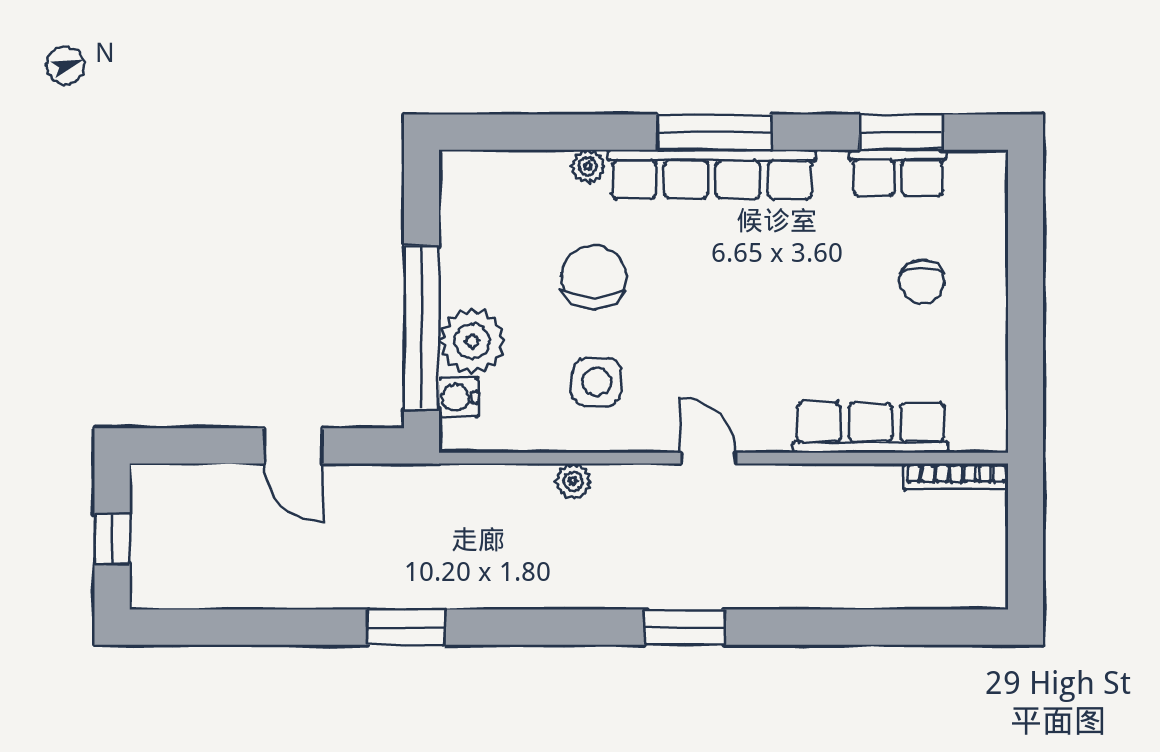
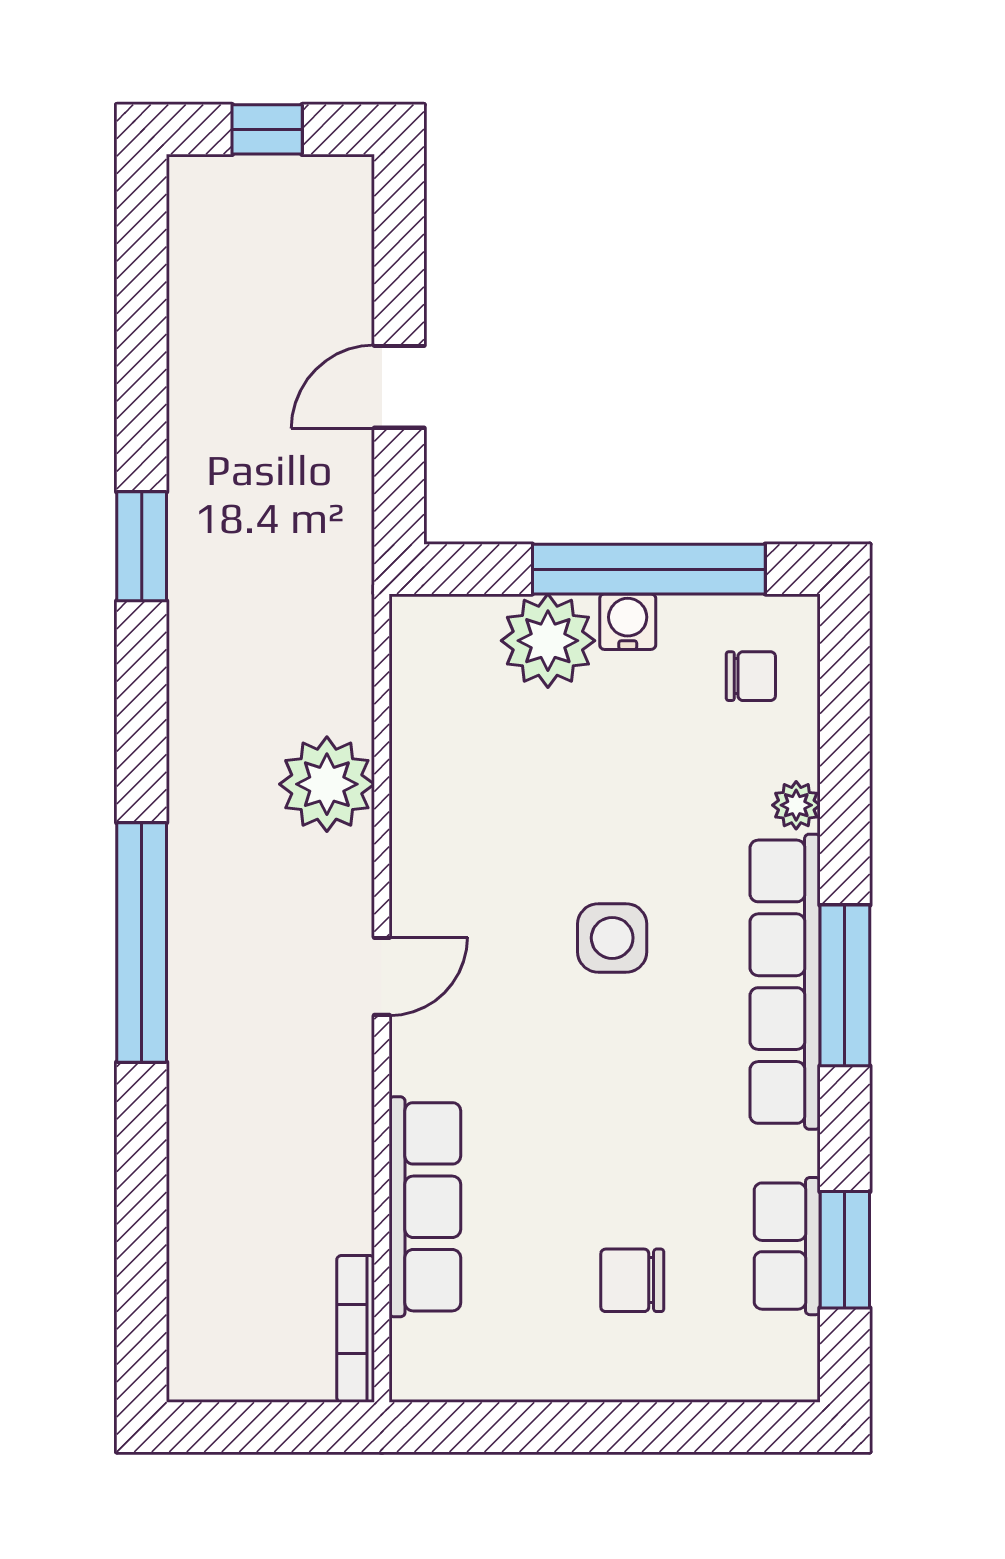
chair: (594, 277) -> (751, 676), moved, width x0.54, depth x0.54
window: (422, 328) -> (649, 569), moved
side table: (597, 382) -> (612, 938), moved
water cooler: (459, 397) -> (628, 622), moved
plant: (573, 481) -> (327, 784), width x1.87, depth x1.87
window: (684, 627) -> (142, 942), width x2.11

